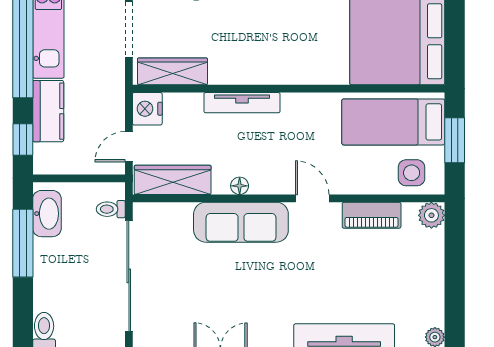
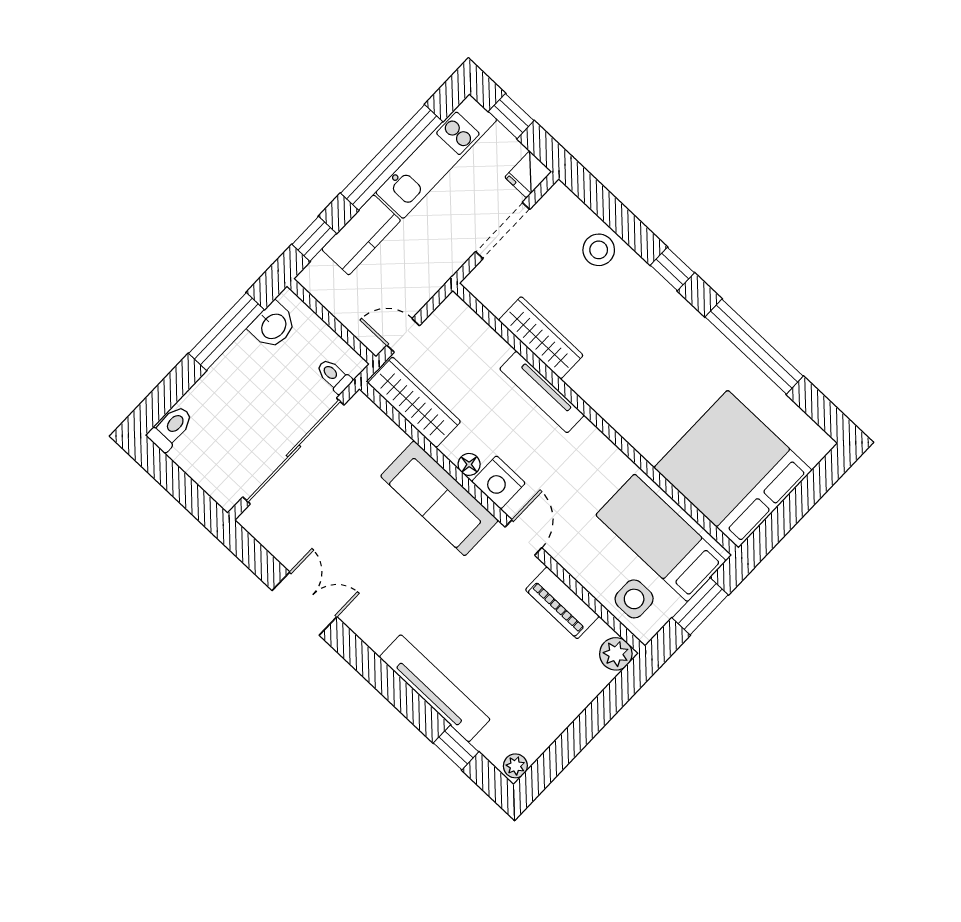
wardrobe: (172, 71) -> (541, 338), moved
nightstand: (147, 109) -> (498, 482), moved, turned -90
washbasin: (47, 214) -> (273, 326), width x0.72

